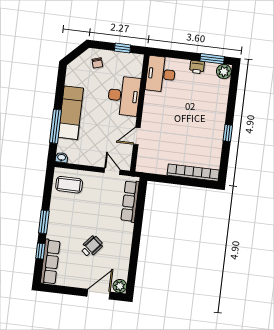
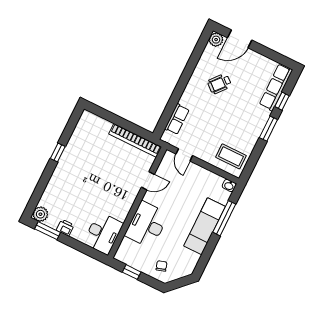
bookcase: (193, 173) -> (135, 140), moved
row of seats: (130, 201) -> (177, 119), width x0.68
wheelchair: (92, 246) -> (219, 84), moved

